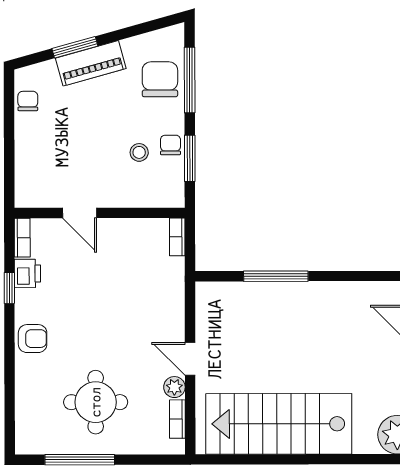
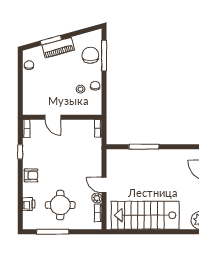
window: (190, 158) -> (104, 92), removed
printer: (27, 273) -> (29, 204), moved

